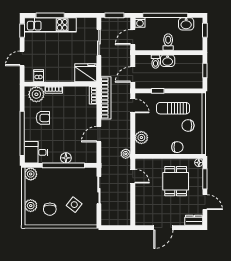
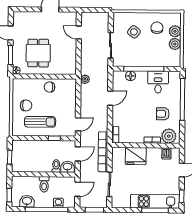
washing machine: (140, 23) -> (58, 203), moved
washbasin: (168, 61) -> (67, 167), moved
fridge: (86, 73) -> (136, 156), moved
bookcase: (106, 98) -> (103, 152), moved
door: (133, 106) -> (78, 124), swing flipped
plant: (141, 138) -> (70, 94), removed
chair: (177, 147) -> (49, 87), moved
desk: (36, 152) -> (158, 82), moved, turned -90
floor lamp: (66, 158) -> (131, 76), moved
plant: (31, 174) -> (175, 44), moved
door: (133, 176) -> (79, 32), moved
dresser: (194, 220) -> (21, 16), removed

